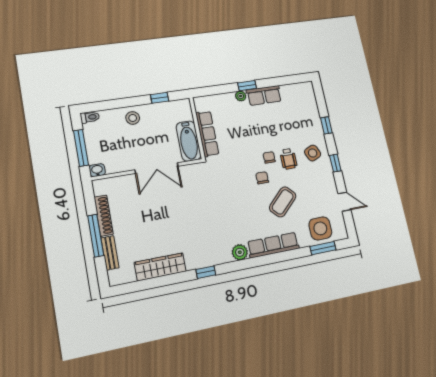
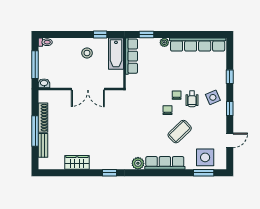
window: (247, 86) -> (146, 35), moved
row of seats: (264, 95) -> (198, 45), width x2.02
stool: (133, 118) -> (87, 53), moved
row of seats: (207, 134) -> (132, 56), moved
bathtub: (189, 141) -> (116, 54), moved
door: (344, 202) -> (230, 140), hinge flipped
wardrobe: (160, 267) -> (77, 162), width x0.67

